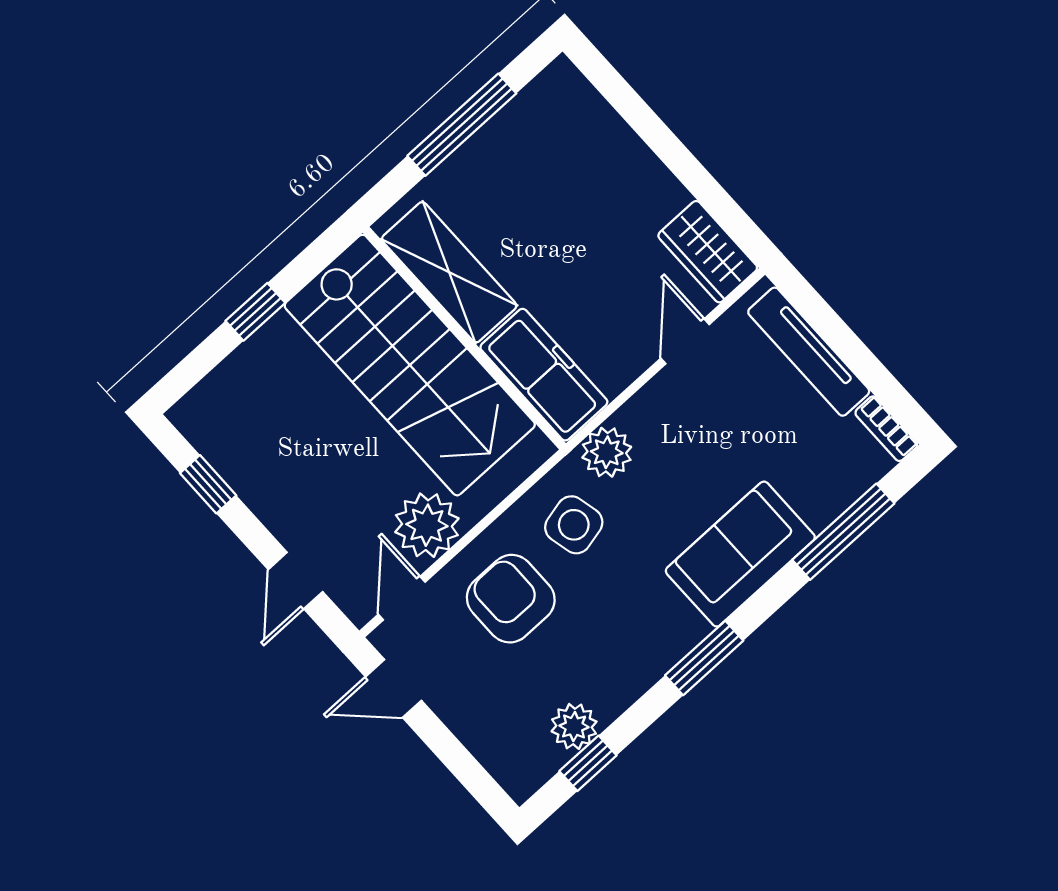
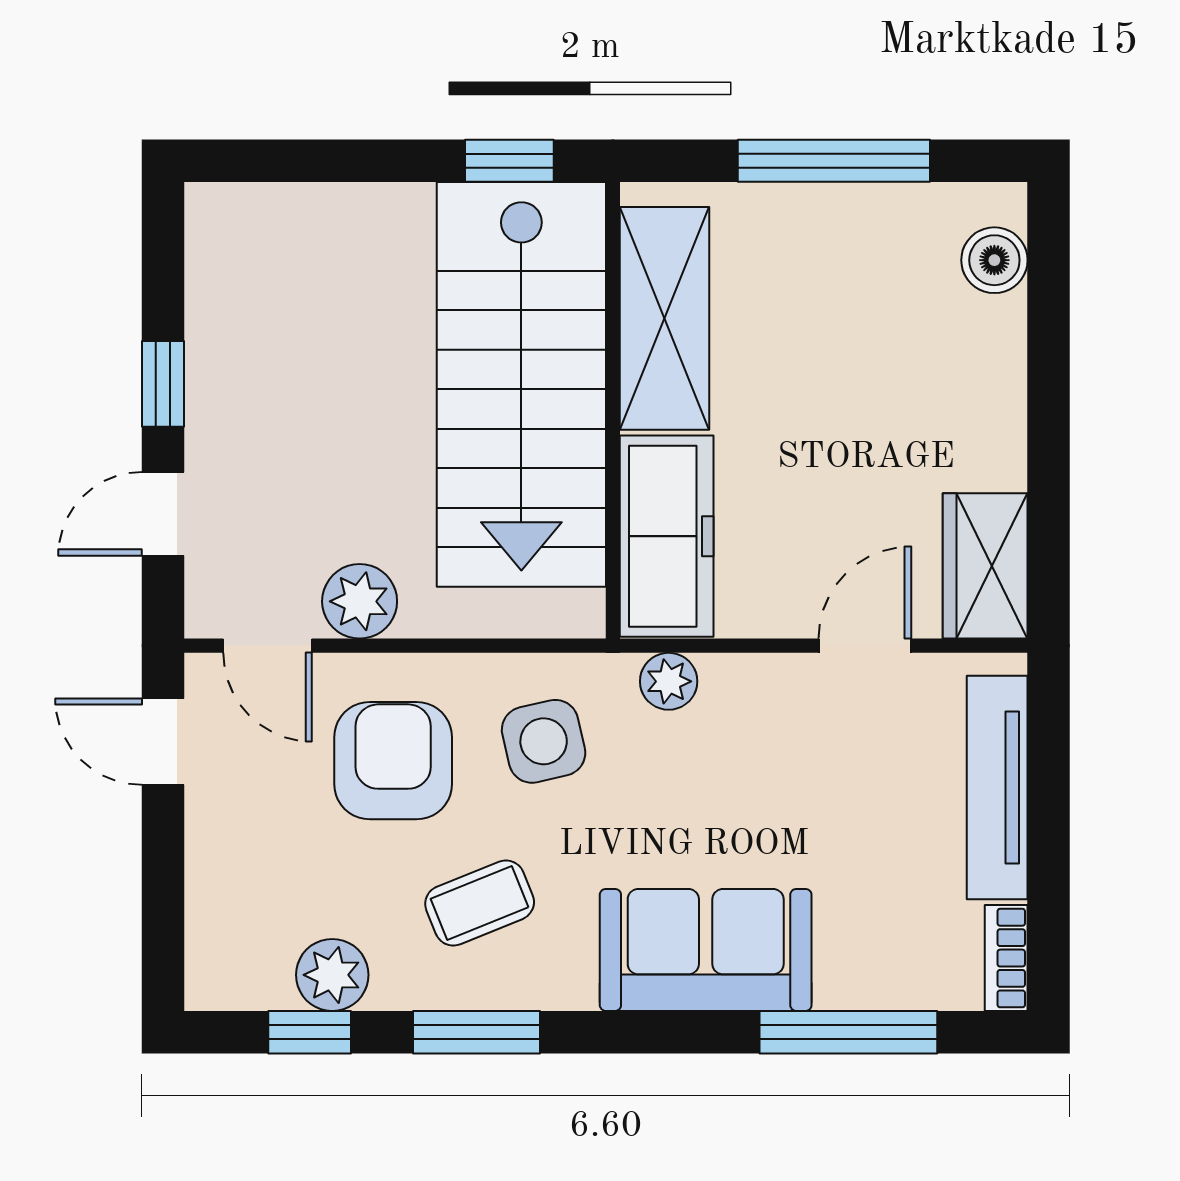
boiler: (581, 103) -> (994, 260), added
window: (255, 312) -> (509, 161), moved
plant: (607, 452) -> (669, 681), width x0.73, depth x0.73
window: (208, 484) -> (163, 384), moved
plant: (427, 525) -> (360, 601), width x0.73, depth x0.73
door: (402, 598) -> (268, 646), swing flipped
coffee table: (613, 629) -> (480, 903), added
window: (704, 658) -> (476, 1032), moved

